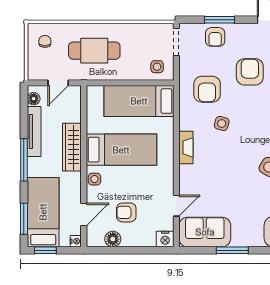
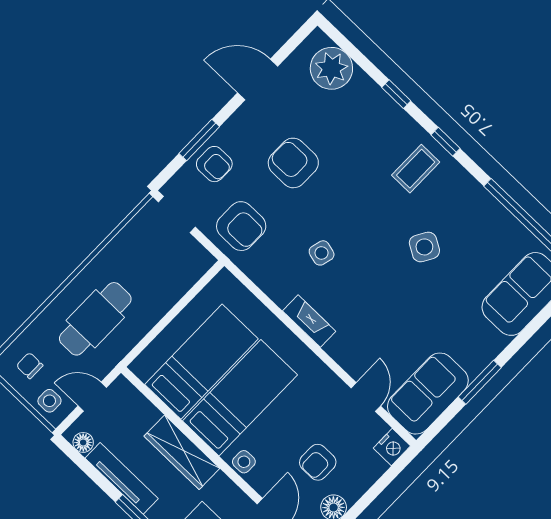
side table: (157, 67) -> (49, 401), moved
door: (58, 83) -> (92, 397), swing flipped
armchair: (207, 89) -> (241, 226), moved
bed: (139, 101) -> (202, 362), moved, turned 180

